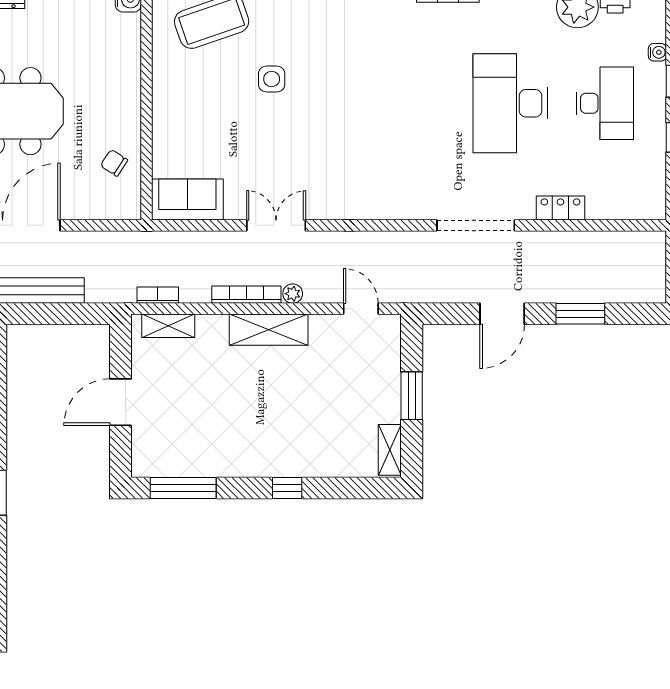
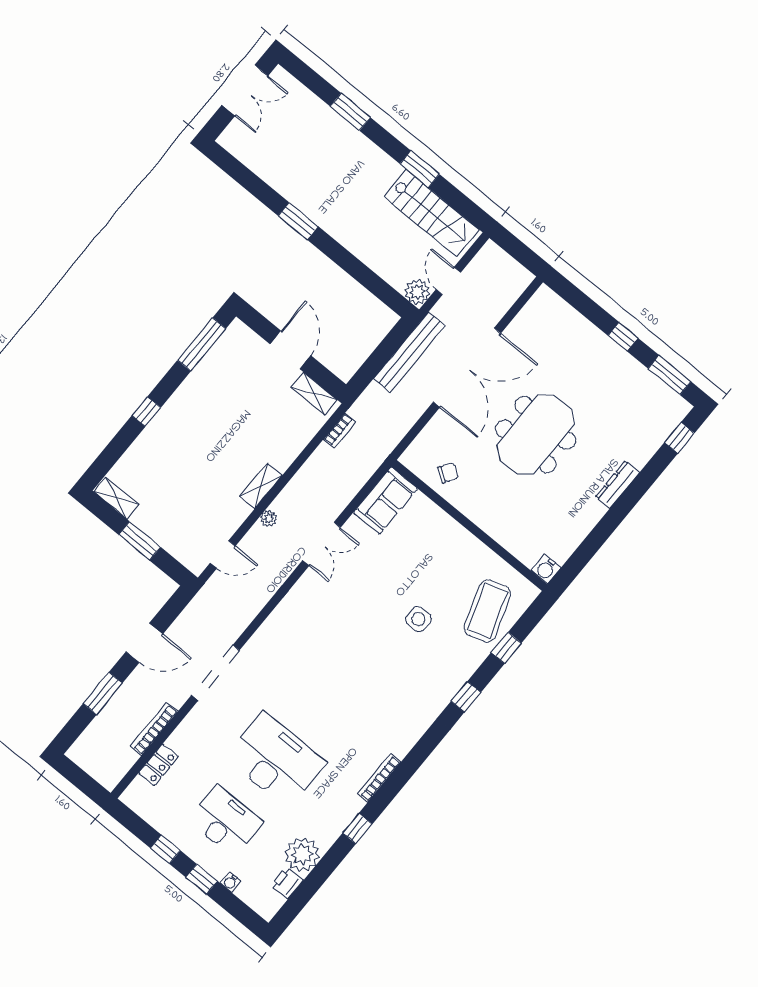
desk: (605, 103) -> (226, 821), turned 180
locker: (560, 208) -> (158, 765), moved
bookcase: (246, 295) -> (154, 729), moved, turned 180
door: (502, 314) -> (144, 643), swing flipped
shelving: (168, 326) -> (314, 393), moved, turned 90
shelving: (269, 330) -> (261, 486), width x0.67, depth x0.75

